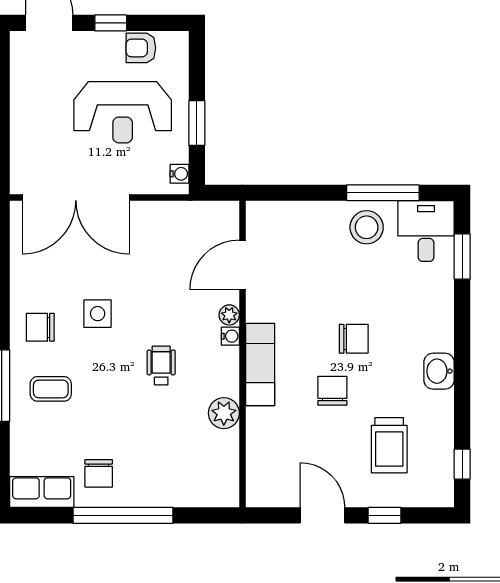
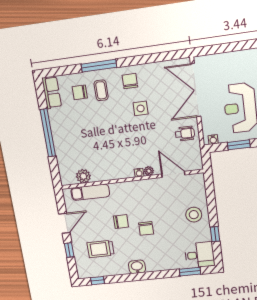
window: (383, 193) -> (215, 234), width x0.46
stool: (367, 227) -> (194, 215), moved
exam couch: (260, 364) -> (90, 192), moved
wheelchair: (161, 365) -> (185, 134), moved
plant: (224, 413) -> (83, 176), moved
chair: (99, 473) -> (80, 92), moved

